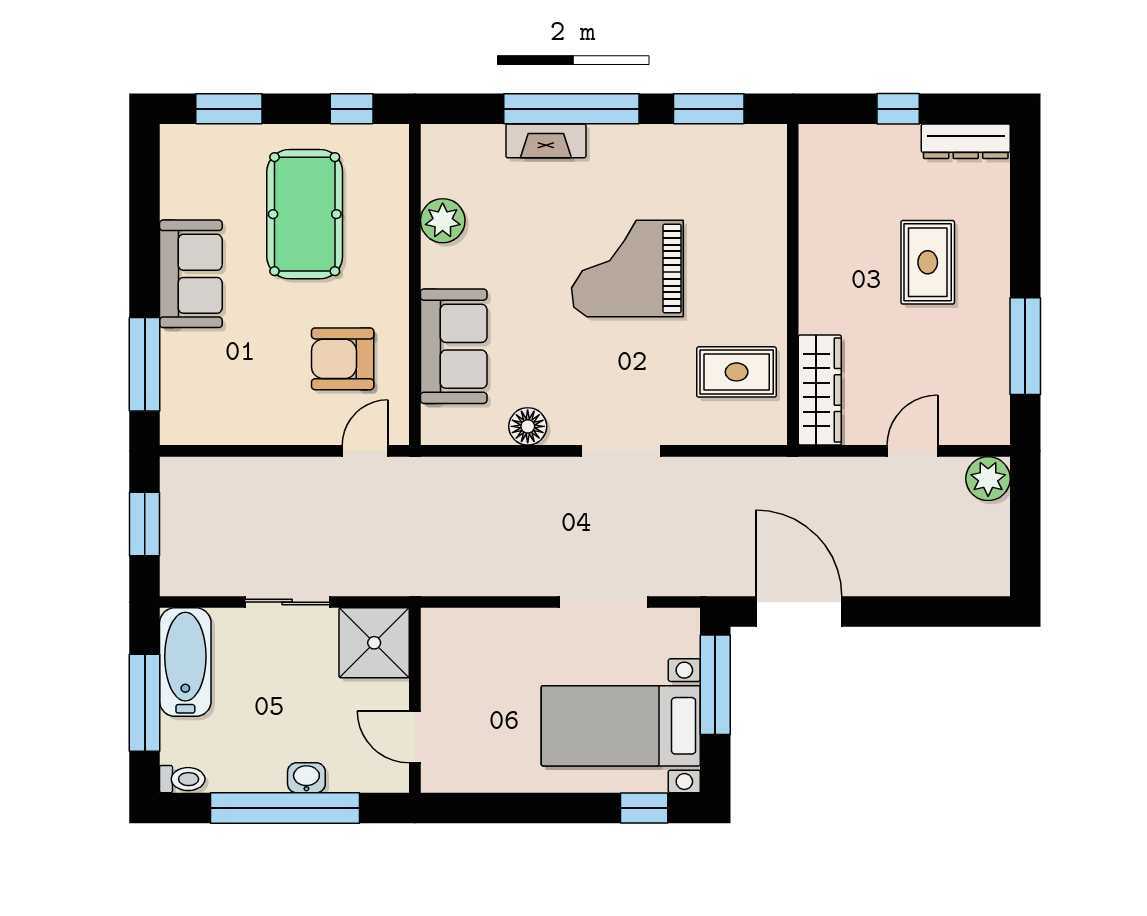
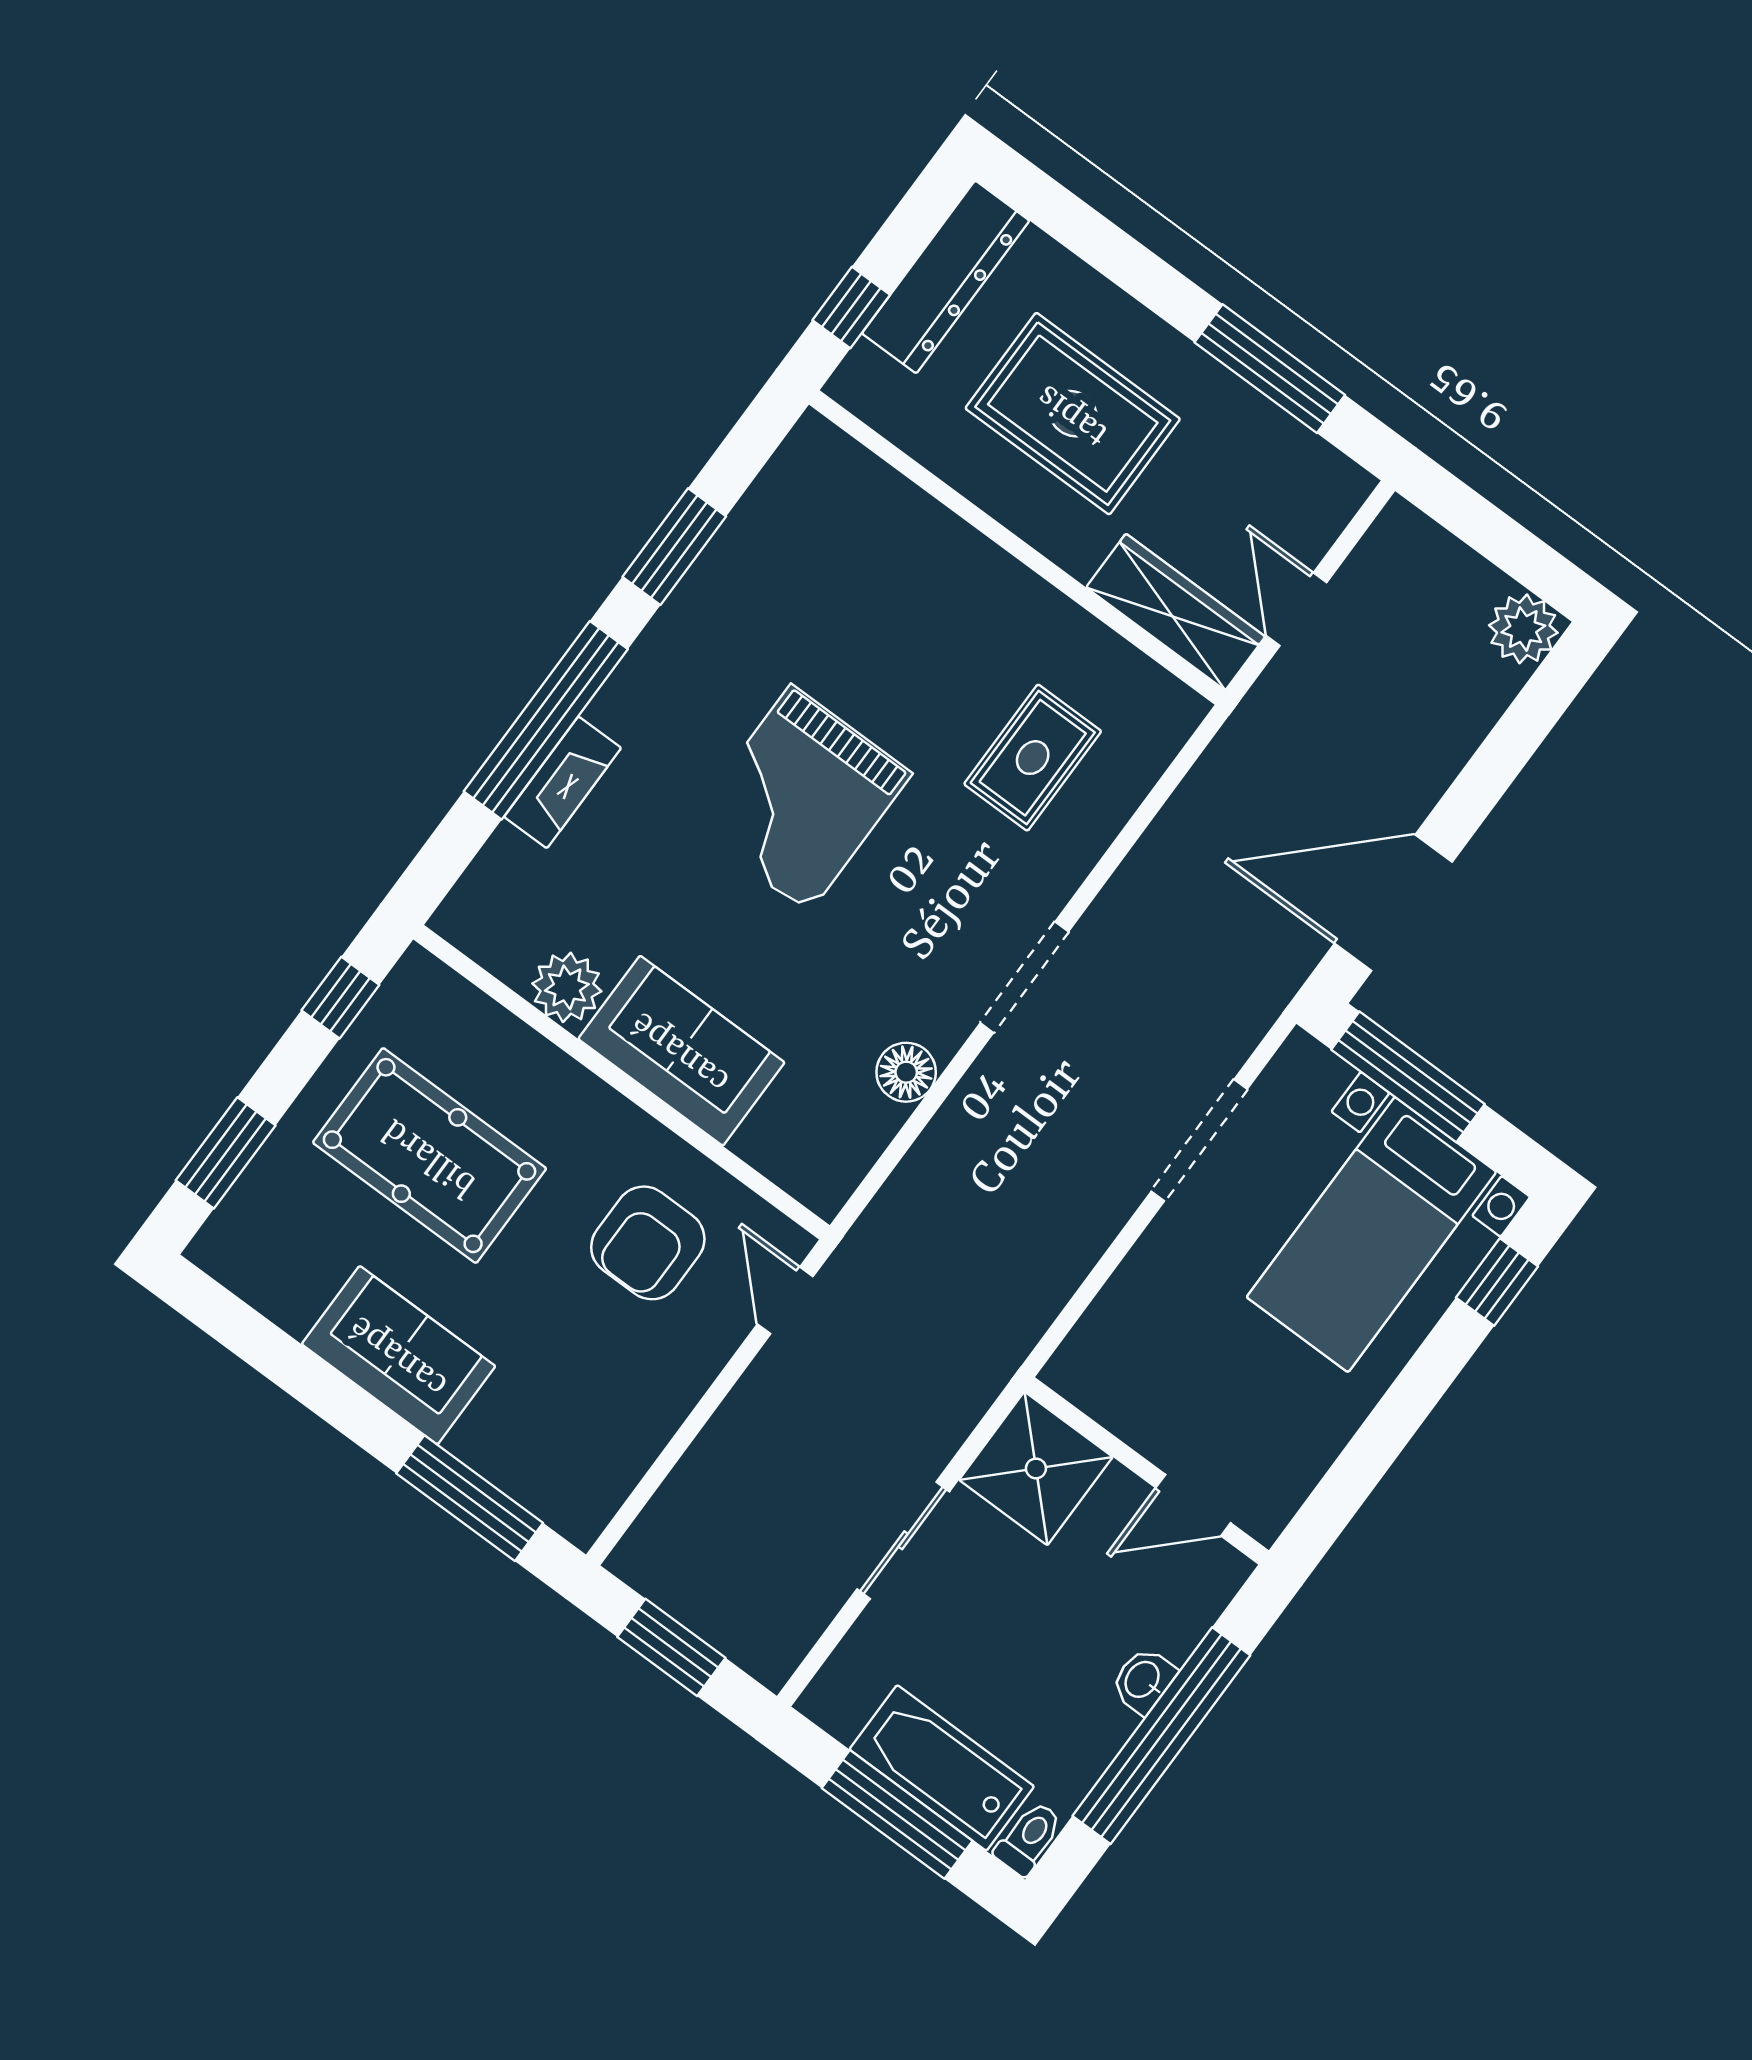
dresser: (966, 141) -> (946, 277), width x1.37, depth x1.24
rug: (928, 262) -> (1073, 414), width x1.36, depth x1.43
wall: (793, 285) -> (1017, 547), moved
sofa: (454, 346) -> (681, 1051), moved
wardrobe: (820, 390) -> (1176, 612), moved
plant: (988, 479) -> (1523, 629), moved
bathtub: (185, 662) -> (942, 1768), moved

